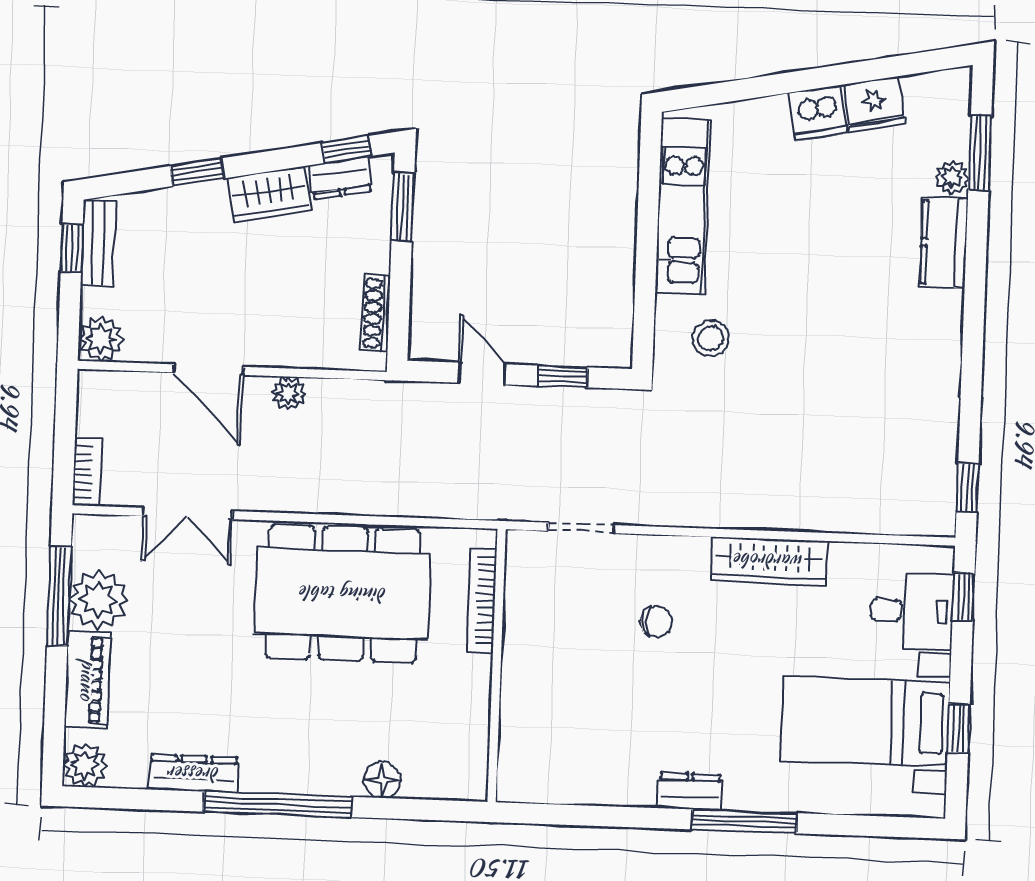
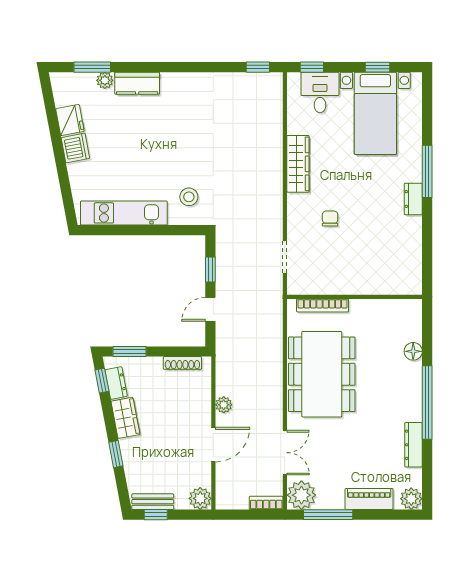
plant: (98, 599) -> (301, 495), moved

